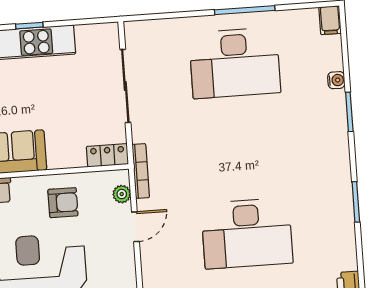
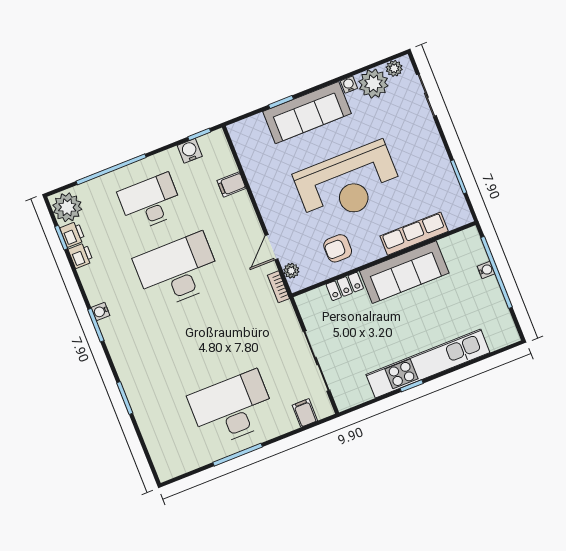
filing cabinet: (330, 20) -> (305, 413), moved
water cooler: (336, 80) -> (100, 311), moved
locker: (107, 155) -> (345, 286), moved
bookcase: (141, 171) -> (279, 287), width x0.64

